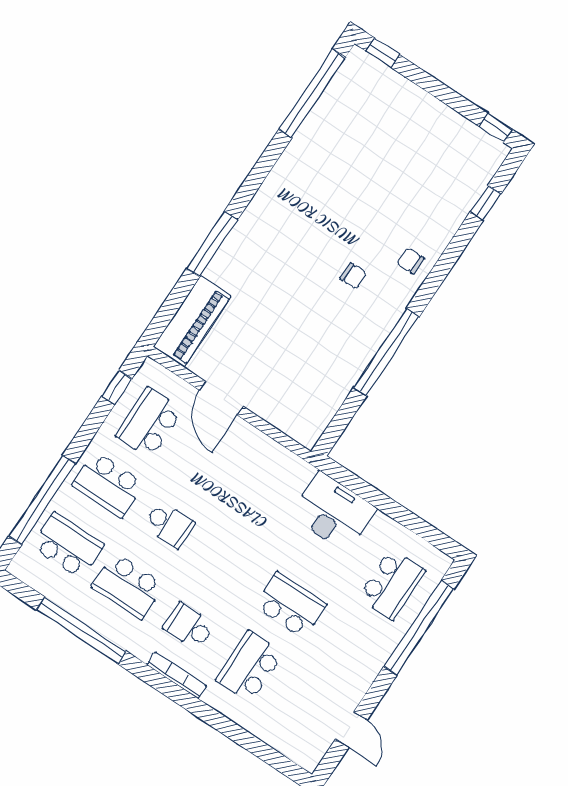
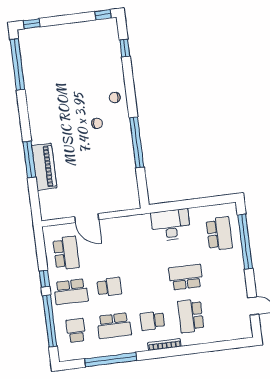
piano: (192, 321) -> (44, 167), moved
window: (117, 387) -> (44, 279), moved
school desk: (149, 423) -> (66, 253), turned 180
school desk: (68, 546) -> (76, 330), width x0.54

